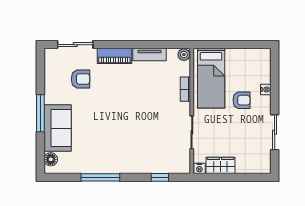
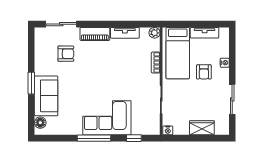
tv unit: (242, 55) -> (205, 33), added
armchair: (242, 100) -> (204, 72), turned 90
window: (40, 113) -> (31, 83), width x0.69
corner sofa: (129, 154) -> (107, 118), added
wardrobe: (220, 165) -> (202, 128), moved
window: (100, 177) -> (94, 138), moved

